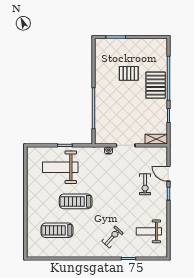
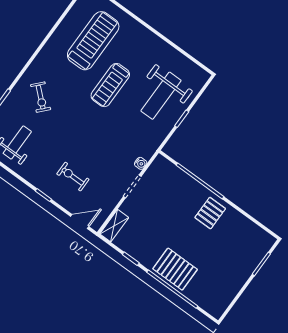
pallet: (129, 73) -> (210, 213), moved
weight bench: (60, 167) -> (161, 96), turned 180
door: (168, 174) -> (80, 222), moved
treadmill: (76, 201) -> (110, 85), turned 180
treadmill: (57, 230) -> (93, 41), width x1.37, depth x1.38

